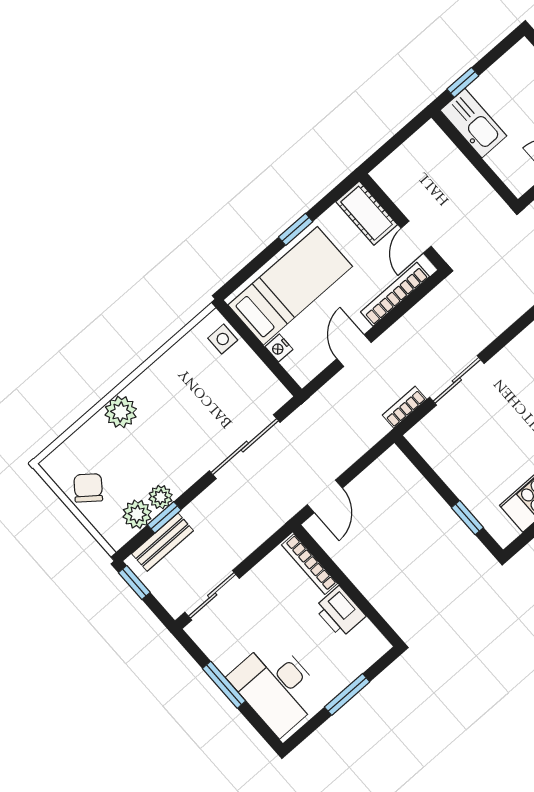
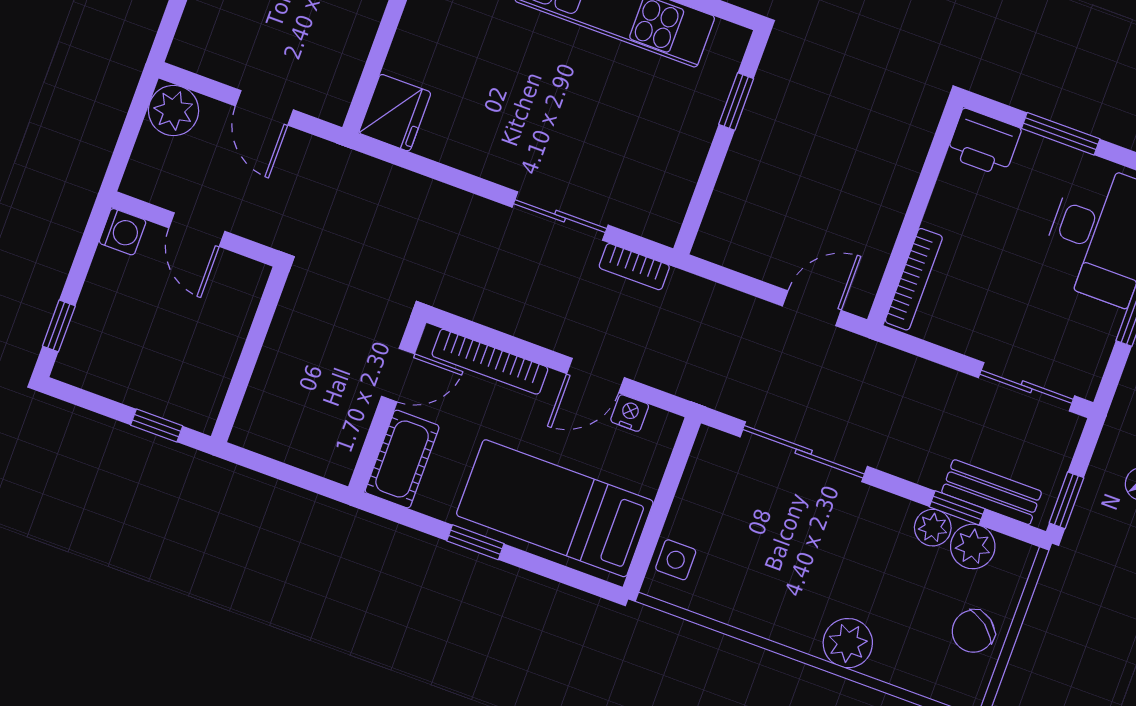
kitchen sink: (473, 123) -> (203, 382), removed
nightstand: (279, 348) -> (630, 413), moved, turned -90
printer: (340, 612) -> (984, 142), moved, turned 90

